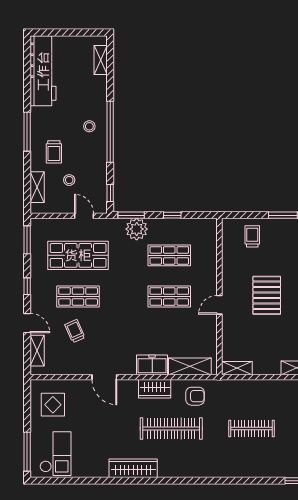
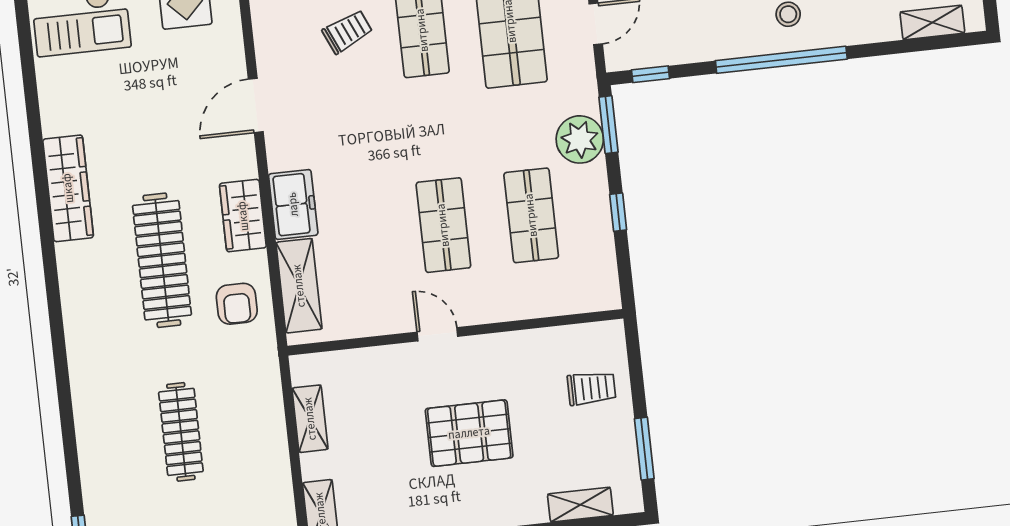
shelving: (237, 368) -> (310, 419), moved

